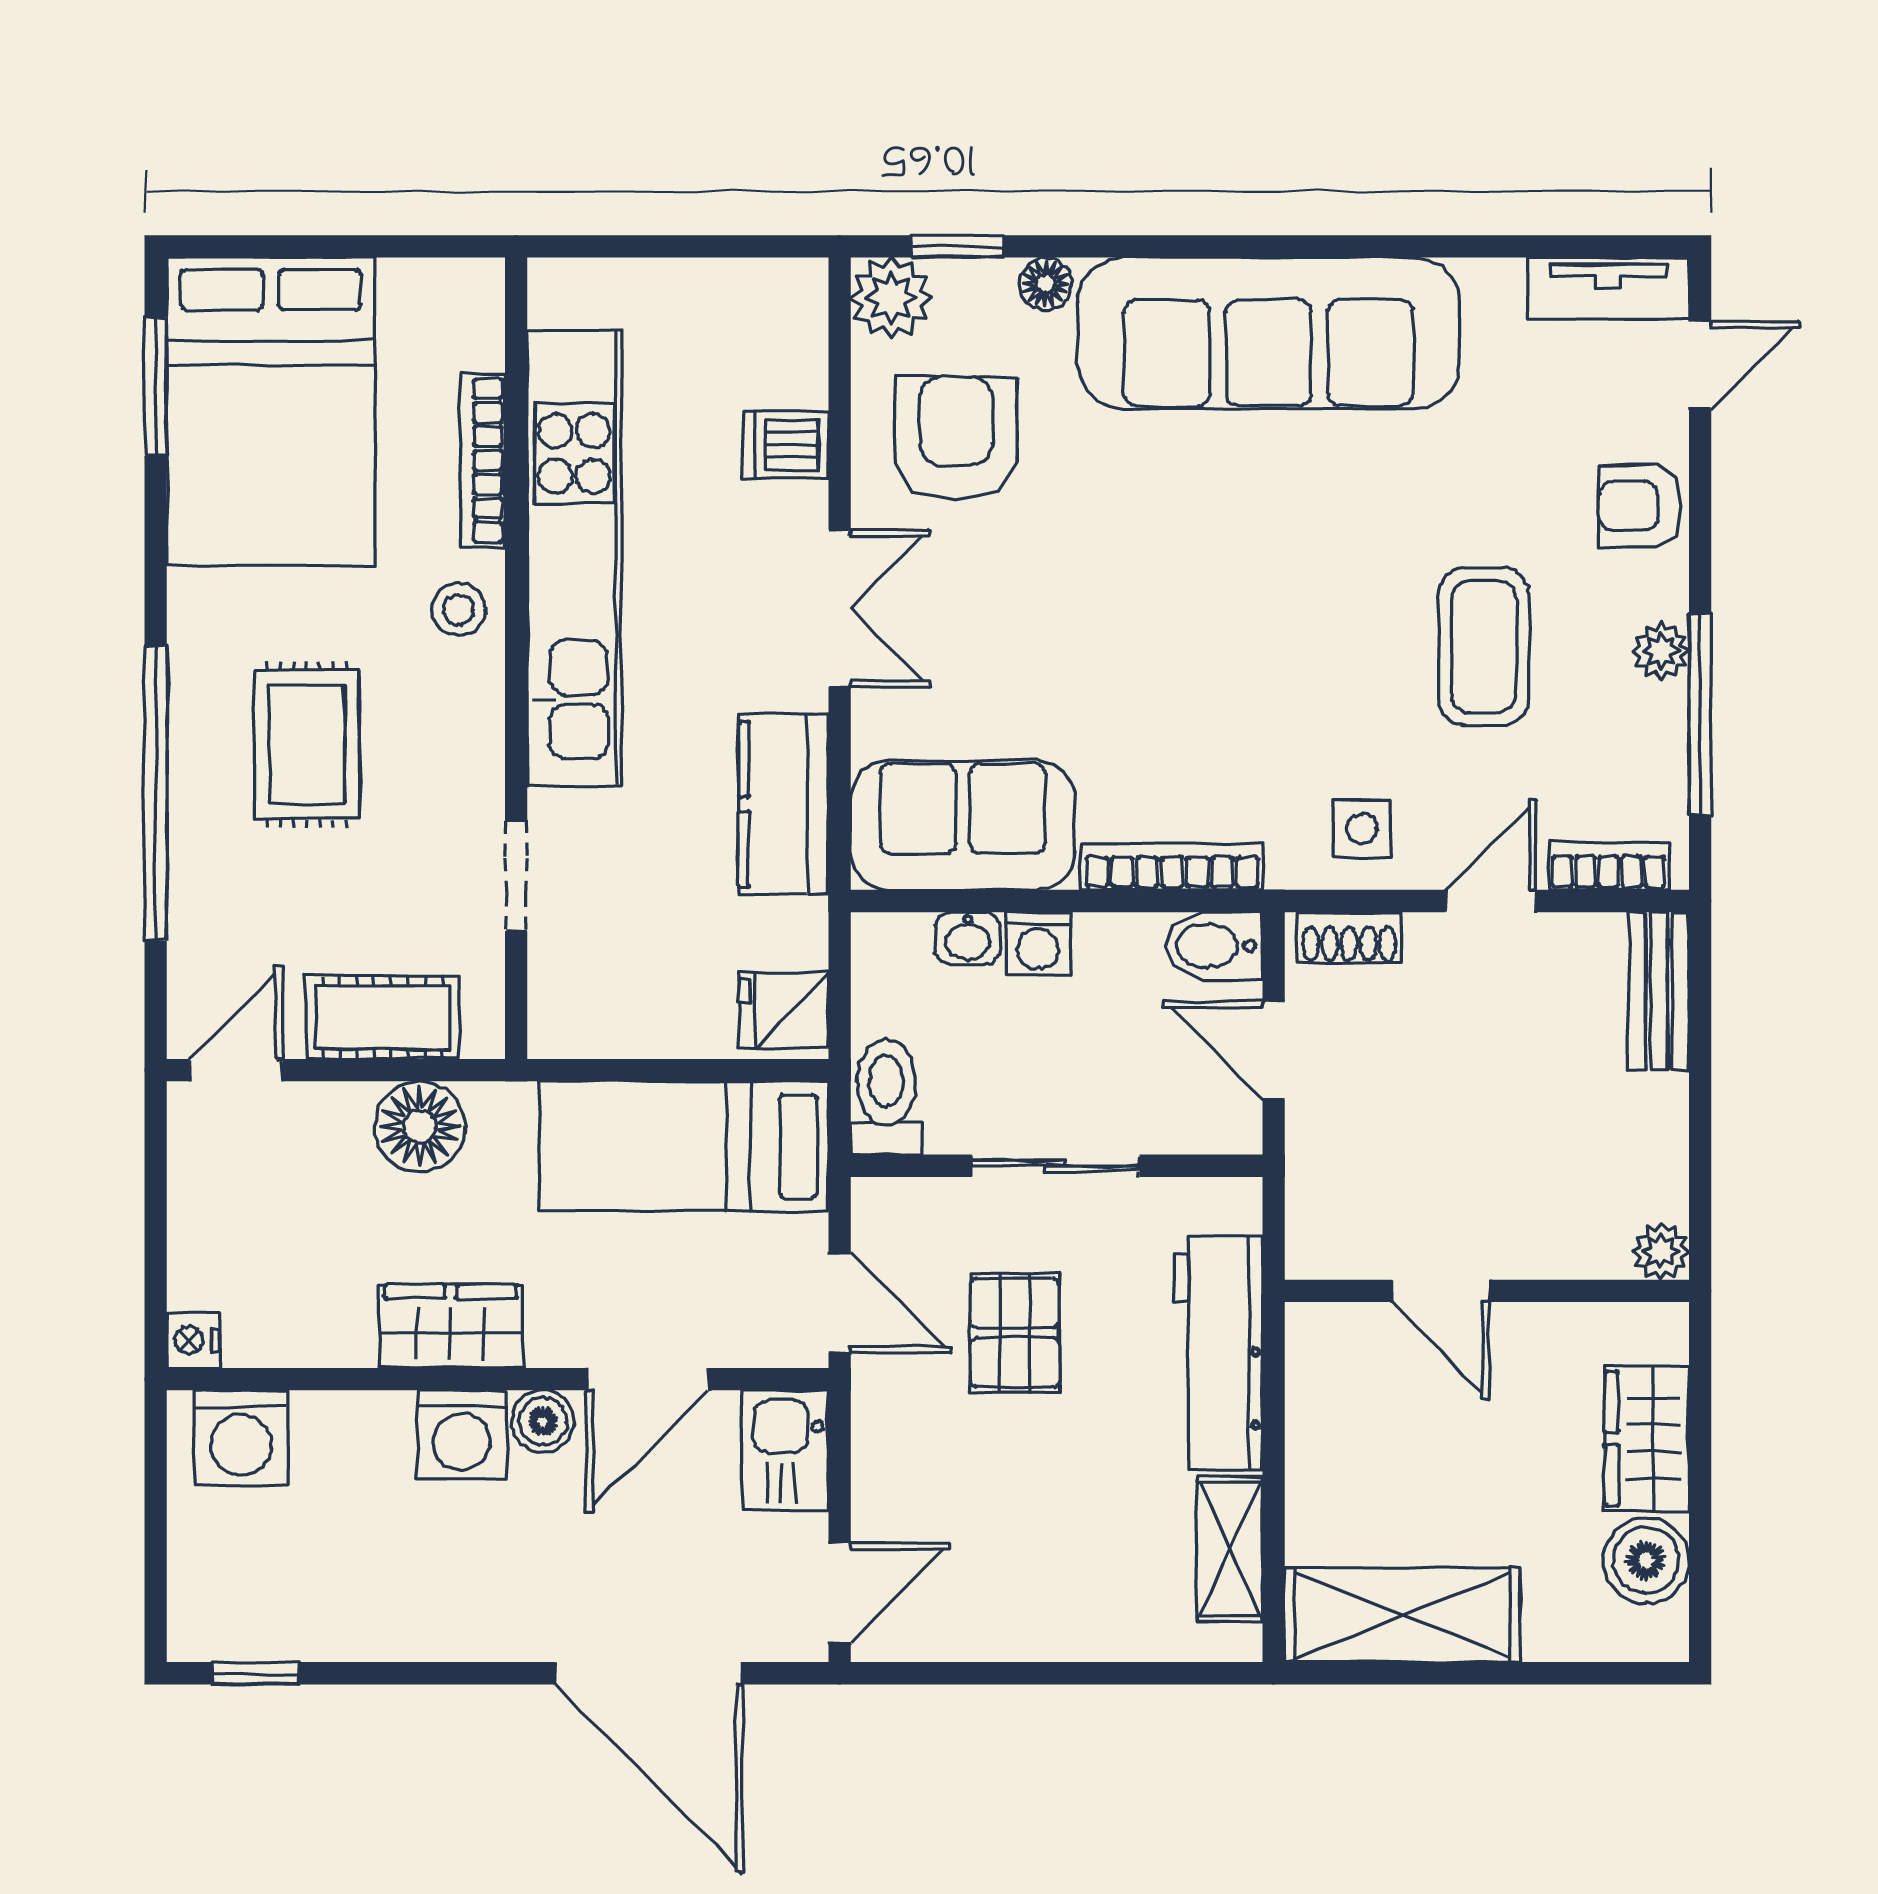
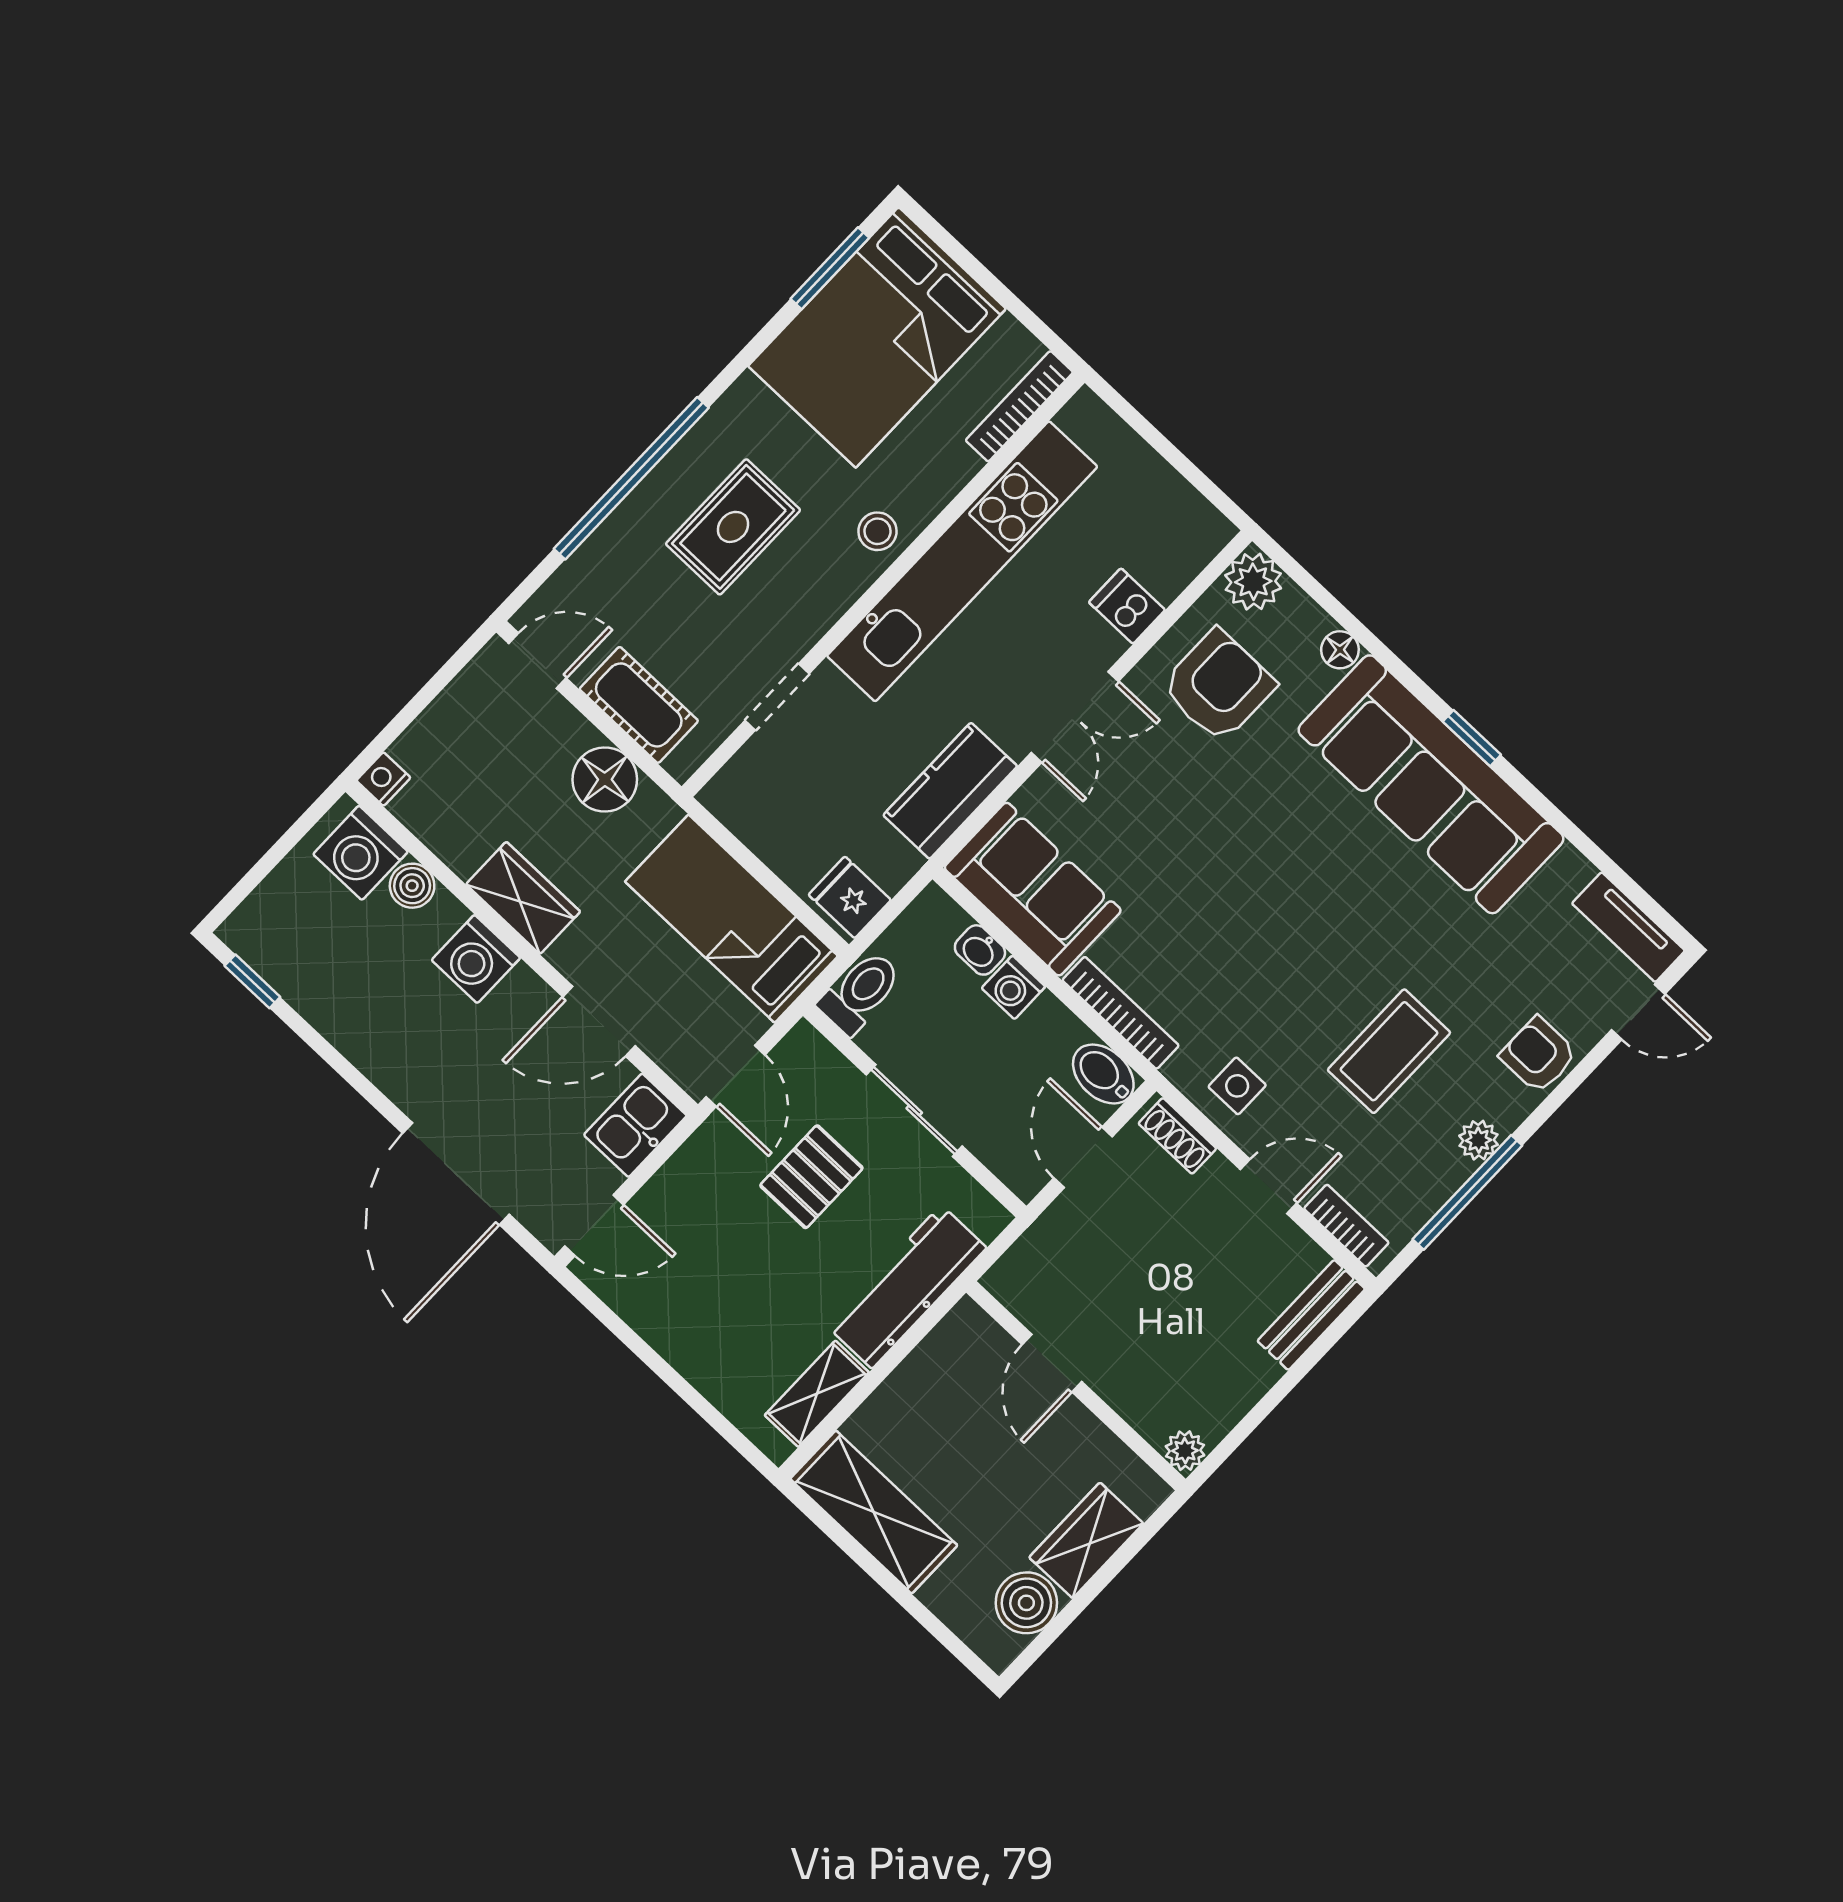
window: (958, 246) -> (1472, 738), moved
bookcase: (483, 460) -> (1019, 406), moved
boiler: (543, 1421) -> (412, 886), moved

